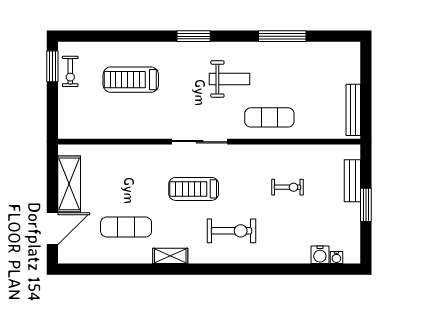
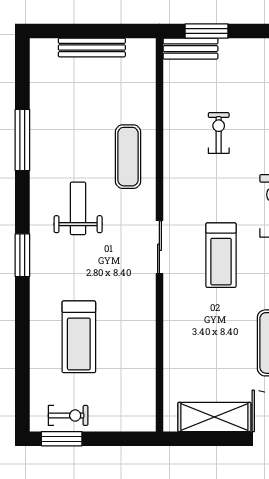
bench: (353, 110) -> (92, 48), moved
sliding door: (200, 142) -> (159, 247), width x0.73
bench: (352, 181) -> (190, 49), moved
window: (366, 205) -> (207, 31), moved

